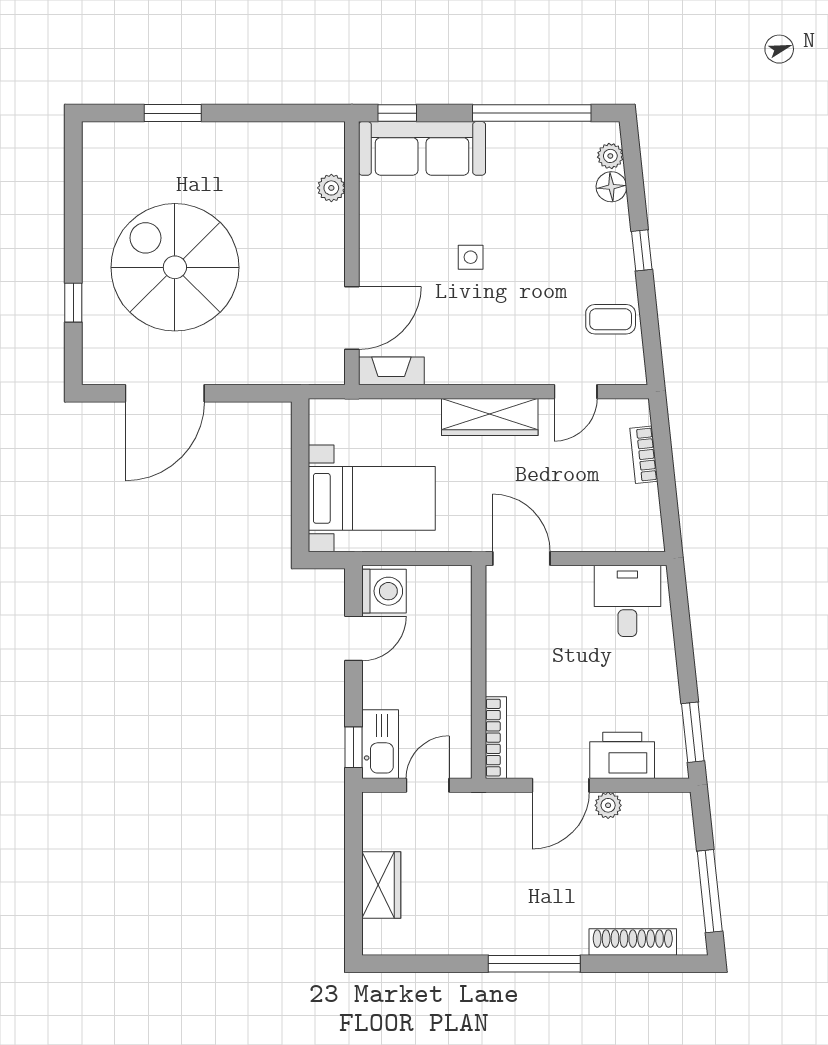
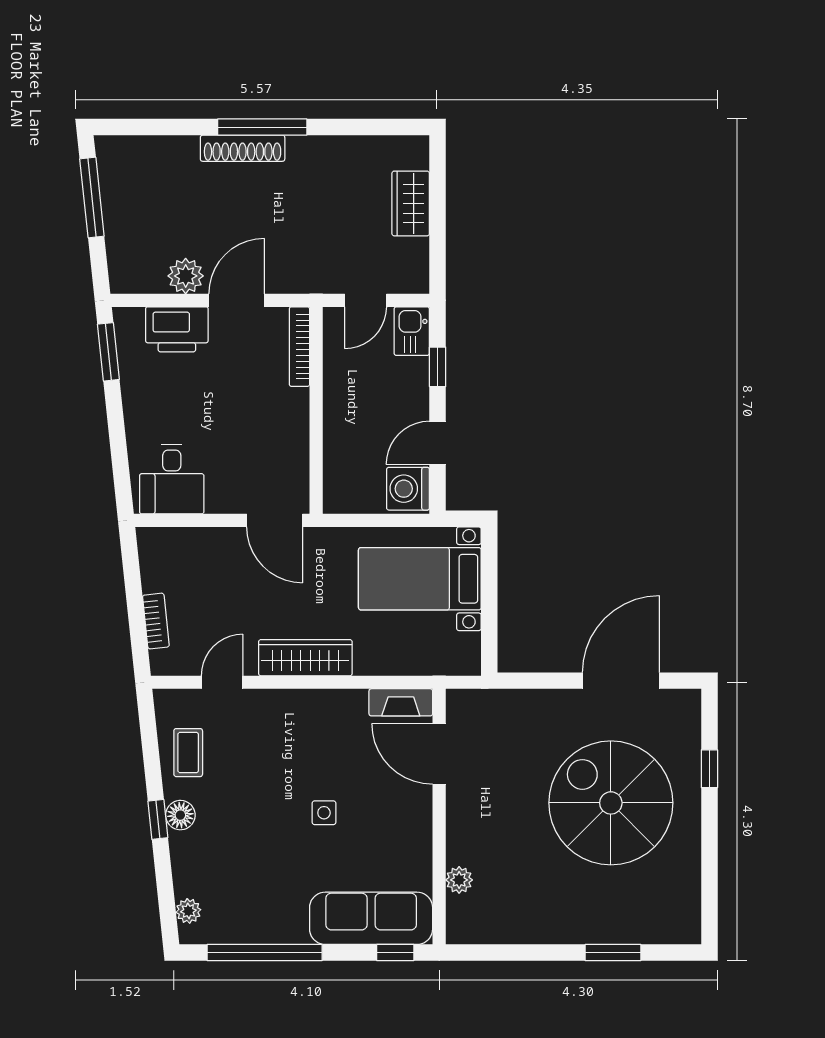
floor lamp: (611, 187) -> (180, 815), moved
spiral stairs: (175, 267) -> (611, 803), turned 180
door: (352, 318) -> (439, 754), hinge flipped
coffee table: (611, 319) -> (188, 753), turned 90
kitchen sink: (380, 744) -> (412, 331), width x0.73
window: (354, 747) -> (438, 367), moved
plant: (608, 805) -> (186, 276), width x1.38, depth x1.38
shoe rack: (633, 942) -> (243, 148), moved

